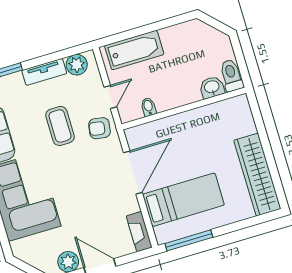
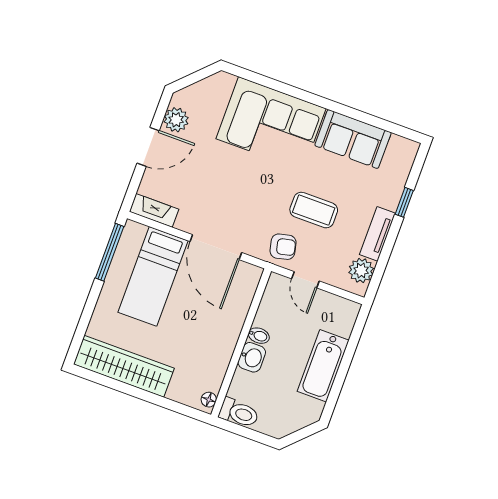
bathtub: (134, 50) -> (323, 366), moved
washbasin: (212, 87) -> (252, 357), moved
floor lamp: (237, 102) -> (209, 400), added
bidet: (148, 107) -> (259, 336), moved
armchair: (99, 128) -> (283, 247), turned 68

